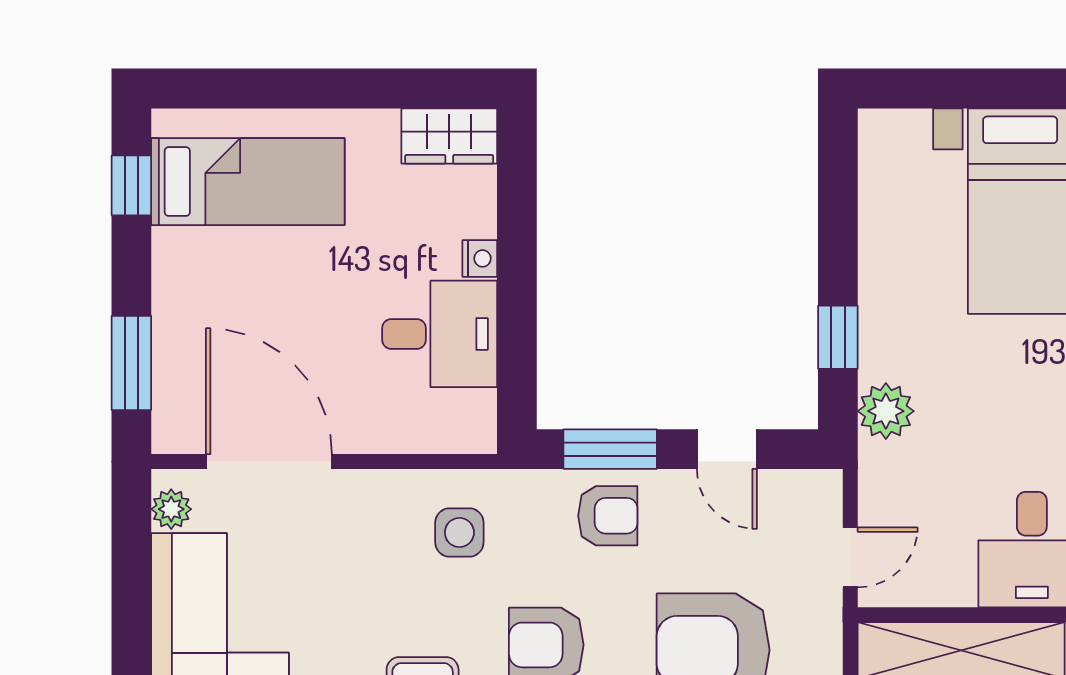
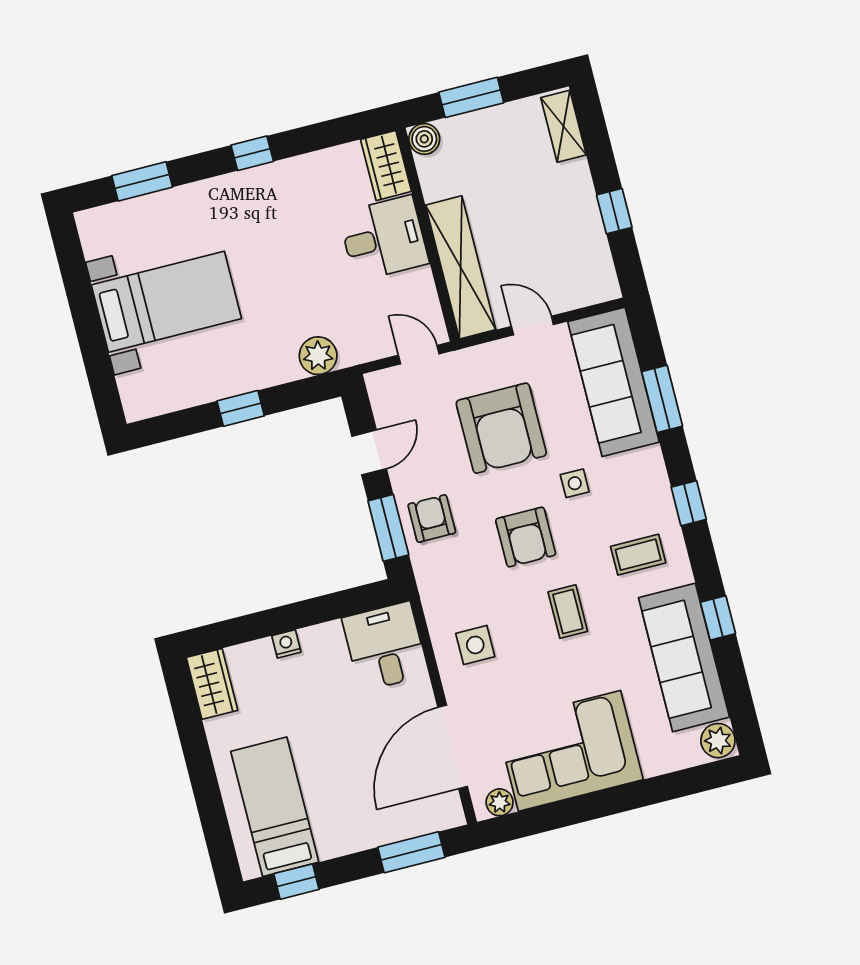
desk: (440, 334) -> (385, 646), moved
window: (838, 337) -> (241, 408), moved
side table: (459, 532) -> (475, 645), moved

